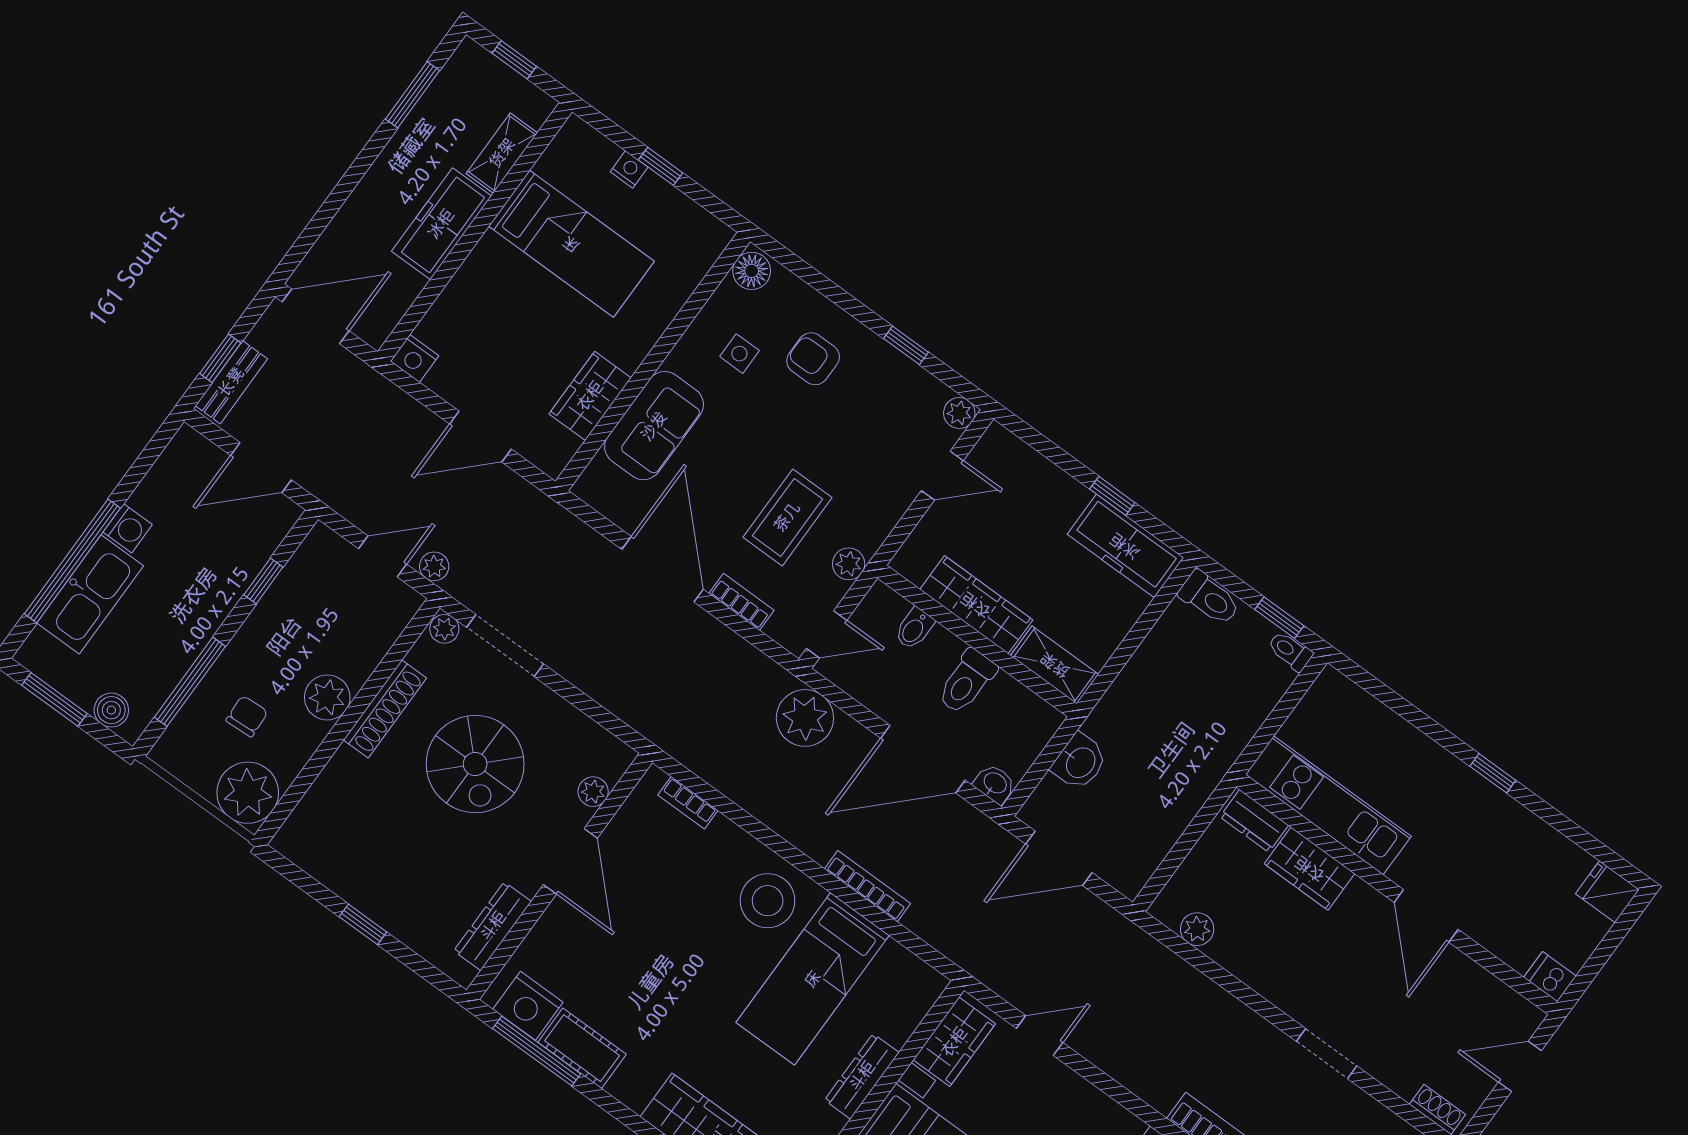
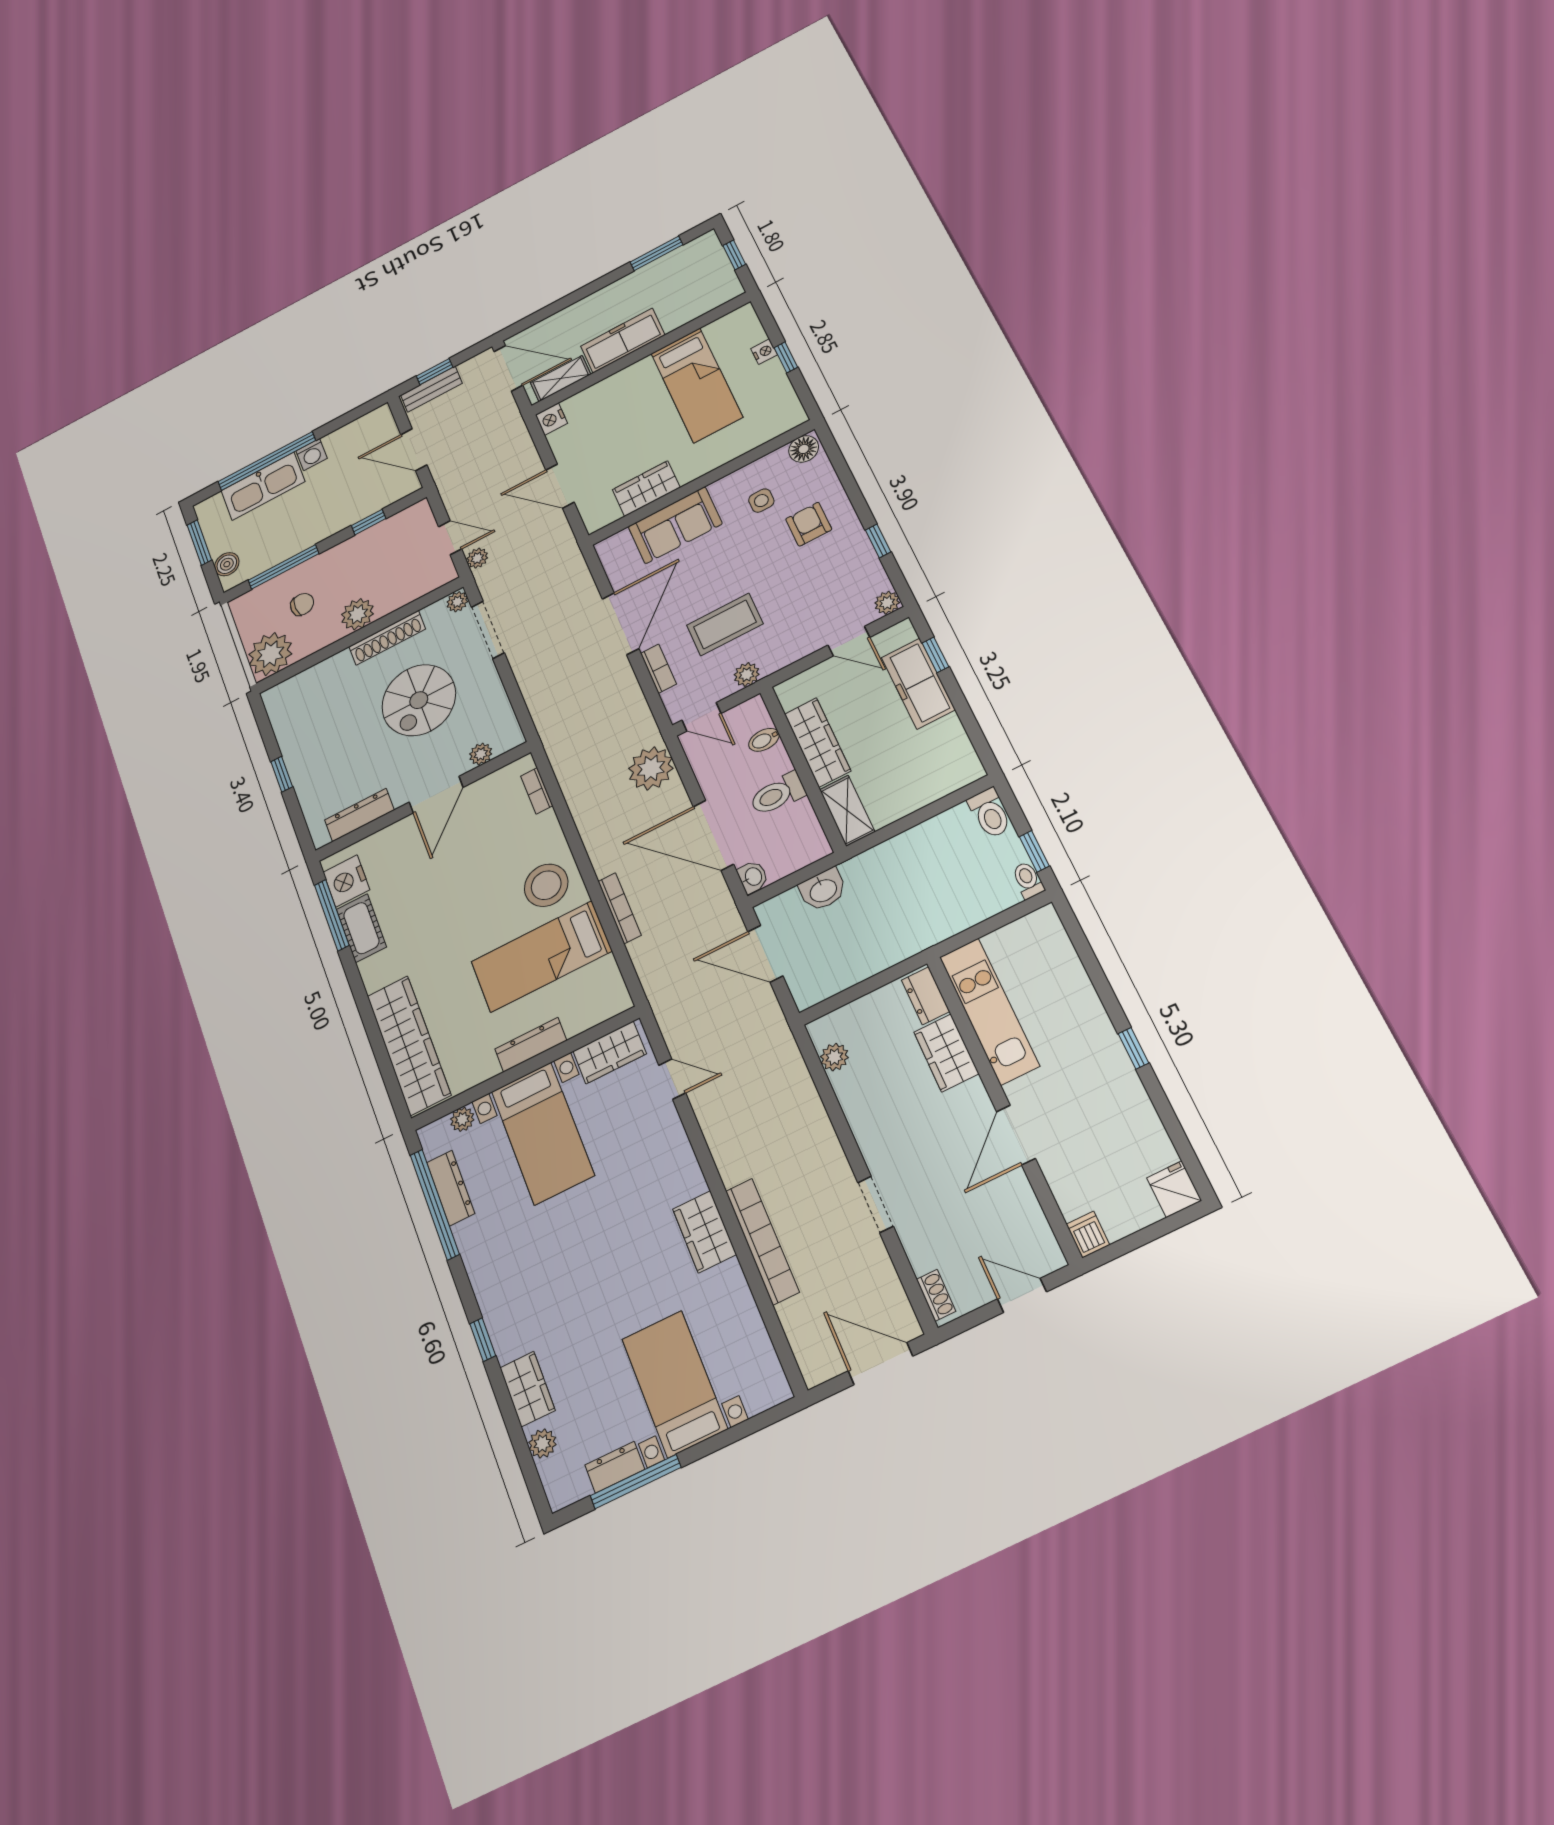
shelving: (502, 153) -> (561, 379), moved
window: (1112, 496) -> (935, 655), moved
freezer: (1125, 546) -> (918, 683), moved

